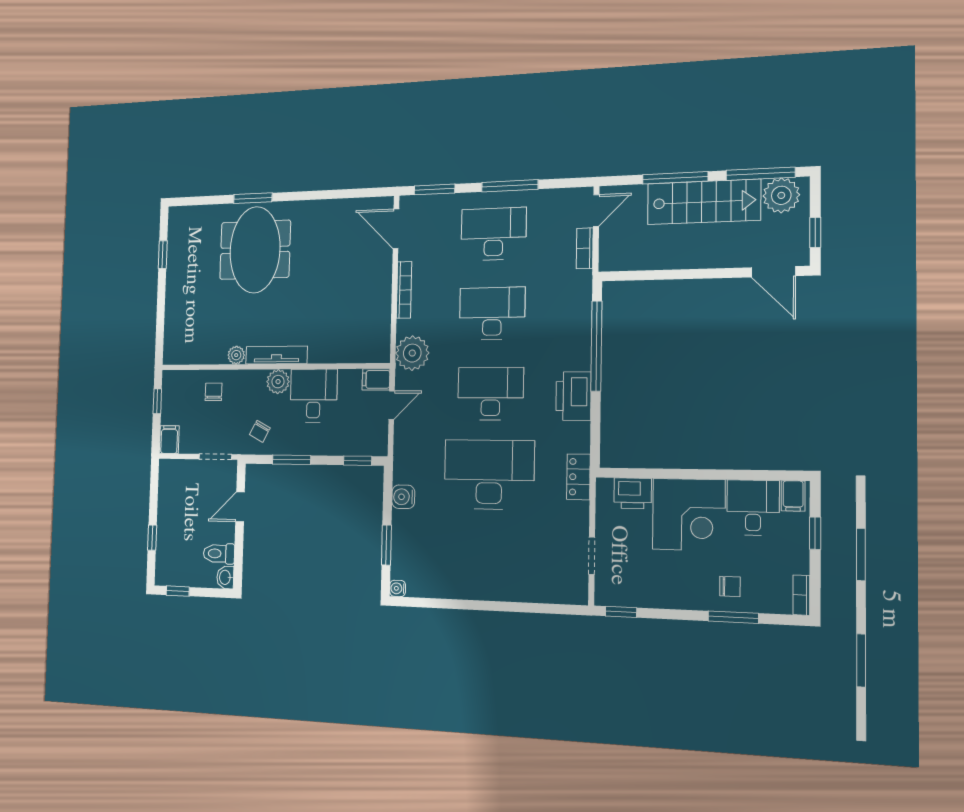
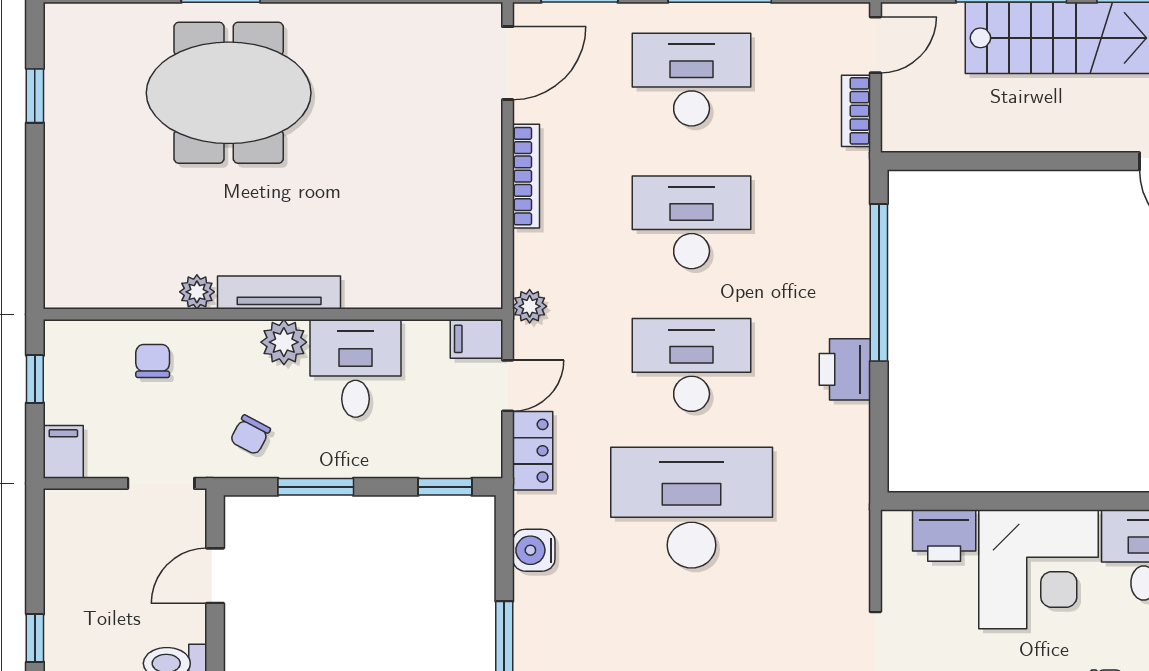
door: (396, 229) -> (508, 63), swing flipped
meeting table: (255, 250) -> (229, 93), turned 90
plant: (412, 353) -> (530, 306), width x0.53, depth x0.53
printer: (574, 396) -> (845, 369), width x0.73, depth x0.84
locker: (578, 477) -> (533, 451), moved, turned 180

